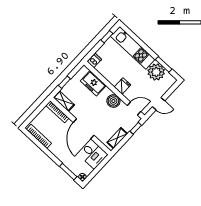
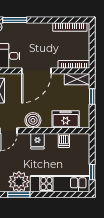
dishwasher: (94, 61) -> (64, 141), moved
door: (84, 129) -> (36, 71), swing flipped

